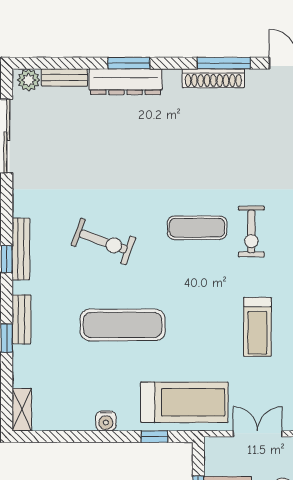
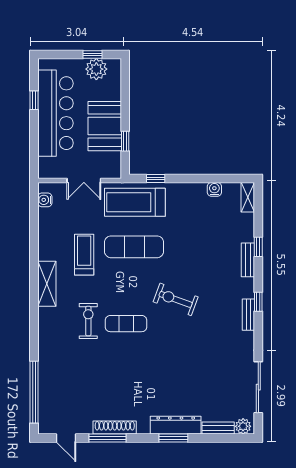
exercise bike: (103, 241) -> (176, 299), moved
bench: (21, 249) -> (248, 315), width x0.73
exercise mat: (123, 325) -> (134, 247), moved
water cooler: (106, 421) -> (214, 189), moved

